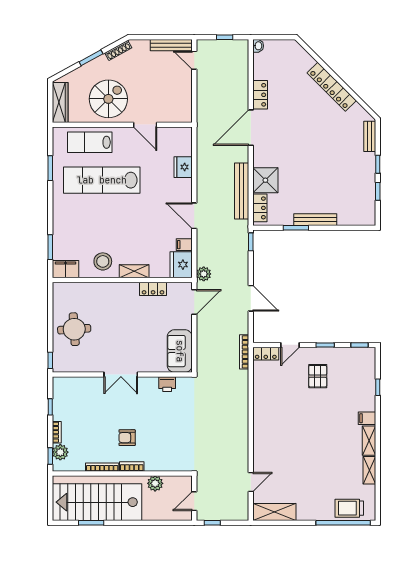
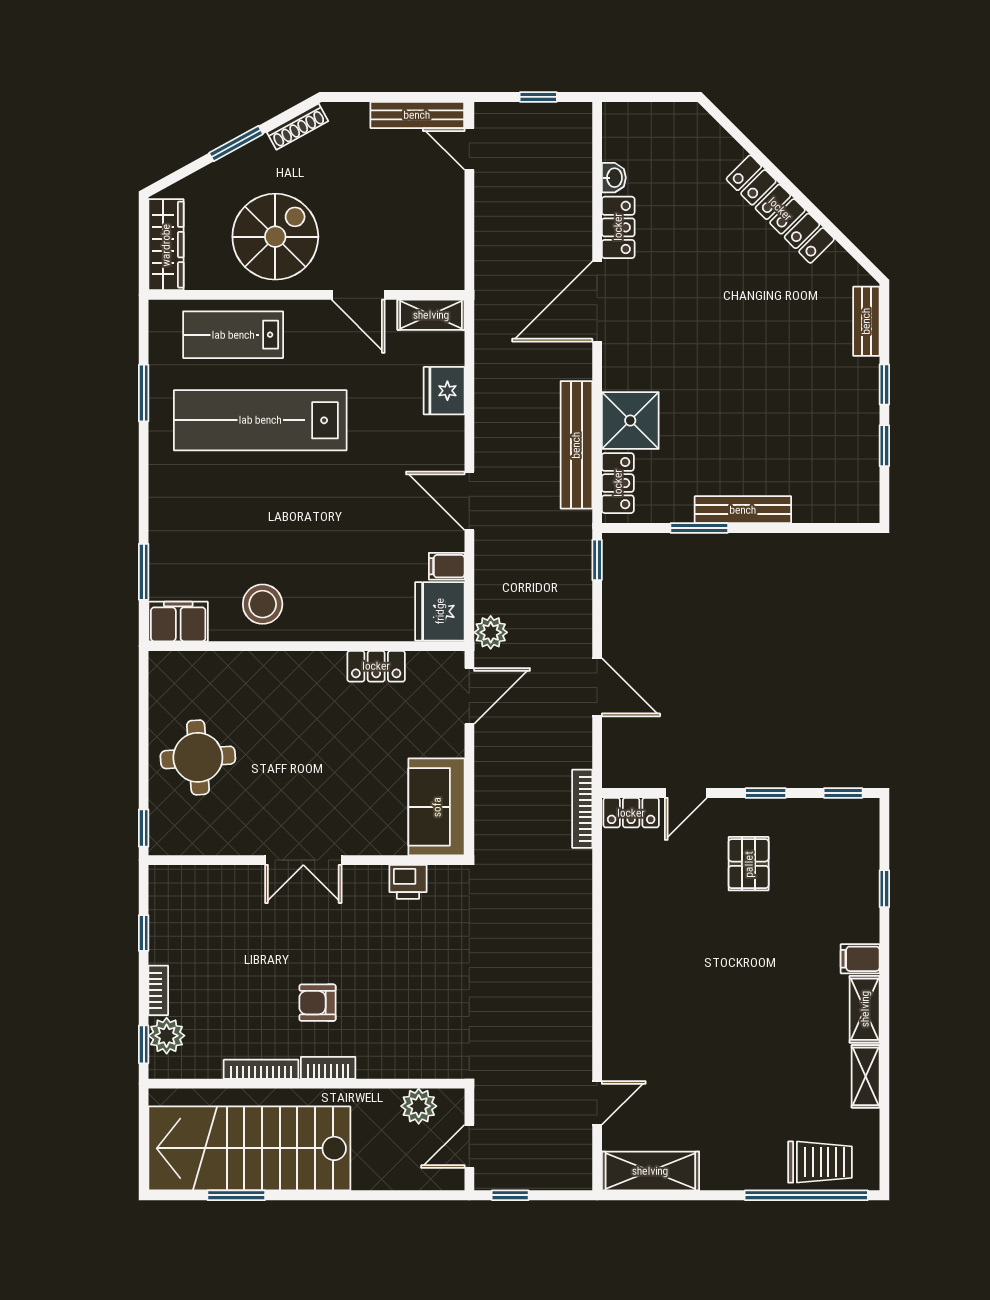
washbasin: (258, 46) -> (614, 178), moved
shelving: (134, 271) -> (431, 315), moved
plant: (155, 483) -> (419, 1106), moved
trolley: (349, 508) -> (820, 1162), turned 180

